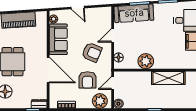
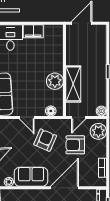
shelving: (168, 78) -> (73, 84), moved
armchair: (87, 80) -> (75, 145), turned 180
door: (113, 83) -> (79, 117), hinge flipped

